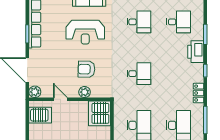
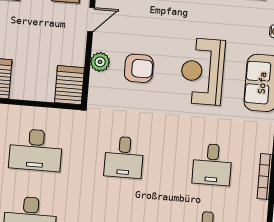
armchair: (86, 69) -> (139, 68), turned 89
server rack: (100, 113) -> (69, 85), width x0.62

